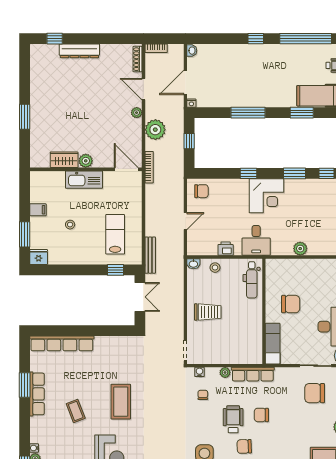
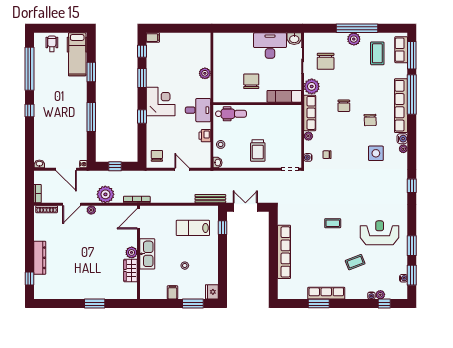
trolley: (208, 312) -> (258, 150), turned 180
row of seats: (62, 343) -> (284, 252), moved
plant: (284, 376) -> (312, 86), added
coffee table: (121, 402) -> (333, 223), width x0.54, depth x0.58
coffee table: (76, 411) -> (355, 262), moved
wheelchair: (233, 419) -> (347, 129), removed

